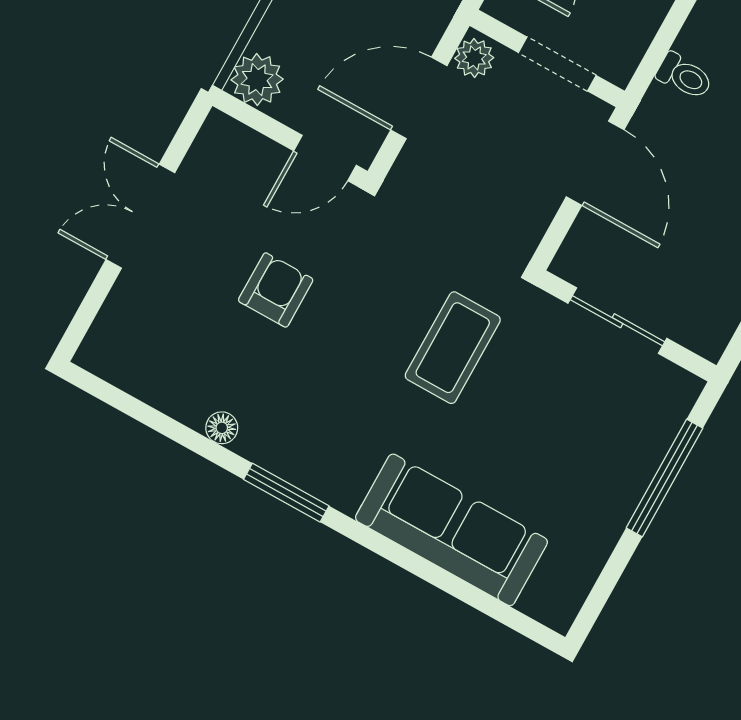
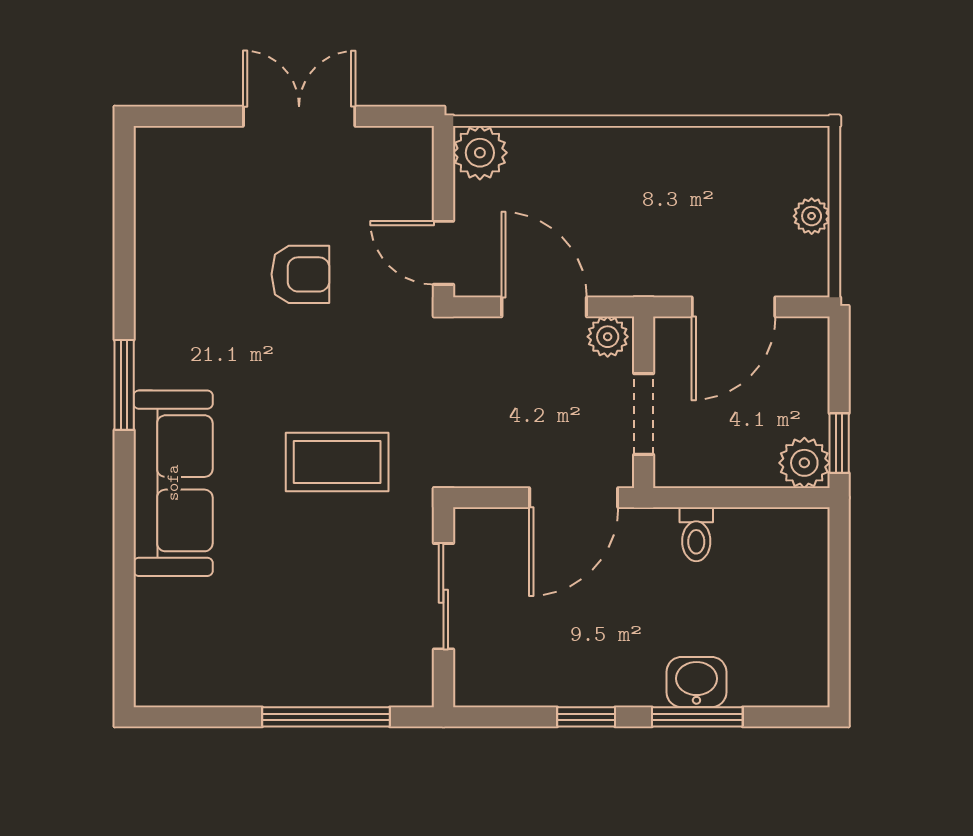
floor lamp: (222, 428) -> (150, 295), removed
sofa: (451, 530) -> (173, 483), moved

